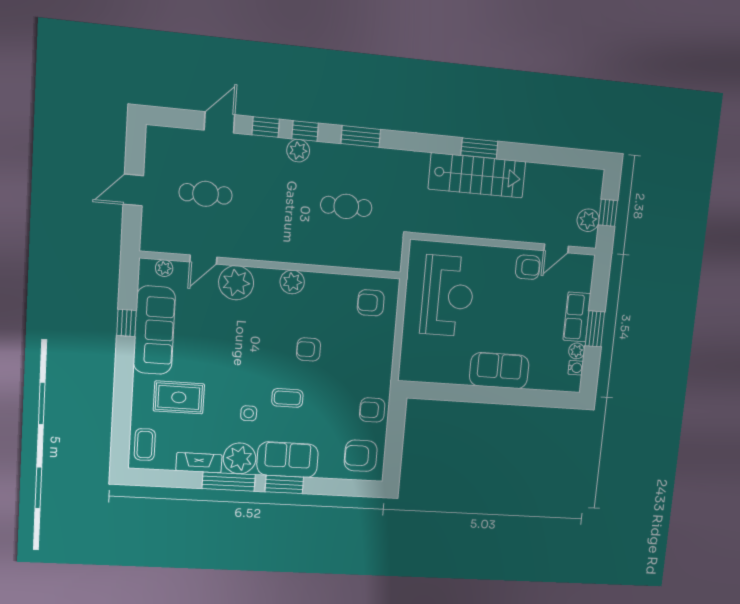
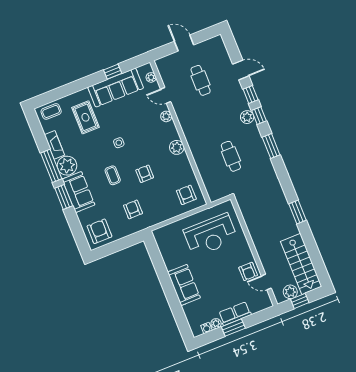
stairs: (477, 175) -> (301, 264), moved
plant: (236, 283) -> (166, 116), width x0.53, depth x0.53
armchair: (372, 410) -> (133, 209), moved
side table: (249, 413) -> (119, 143), moved

